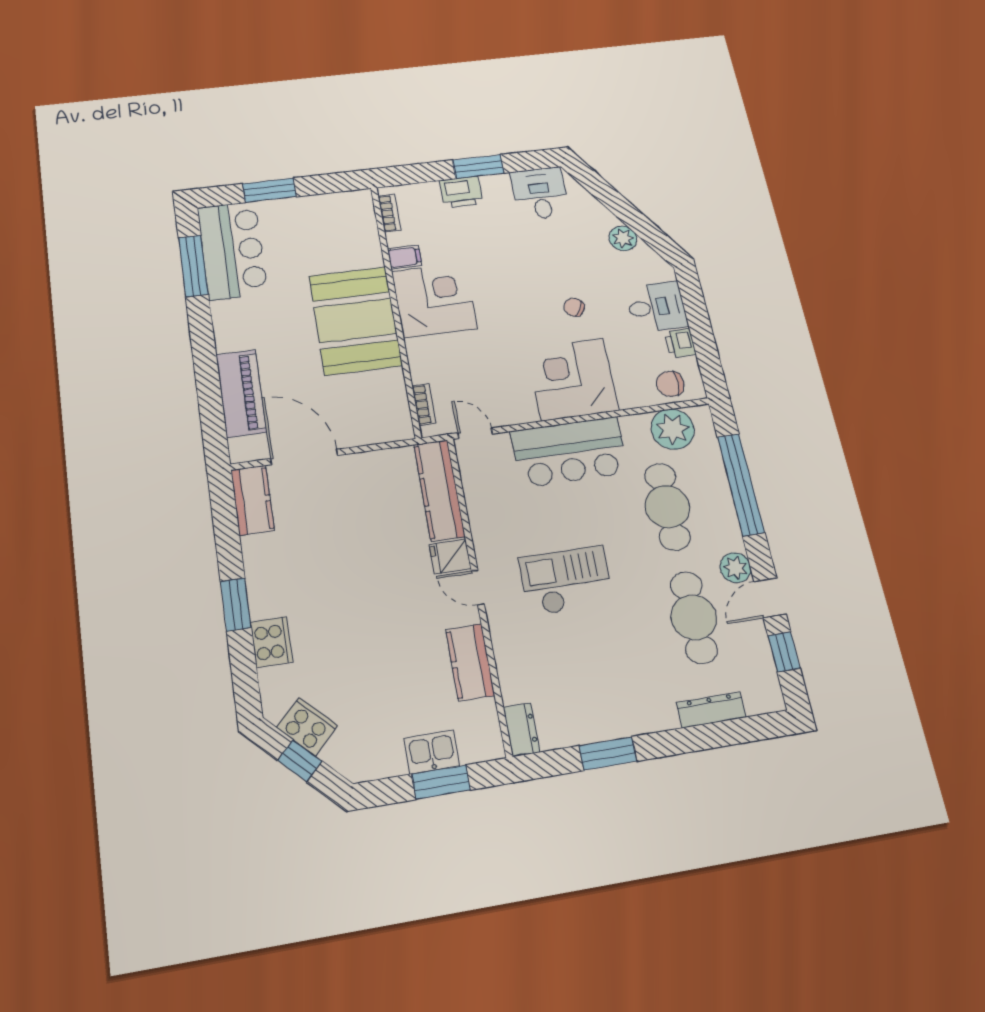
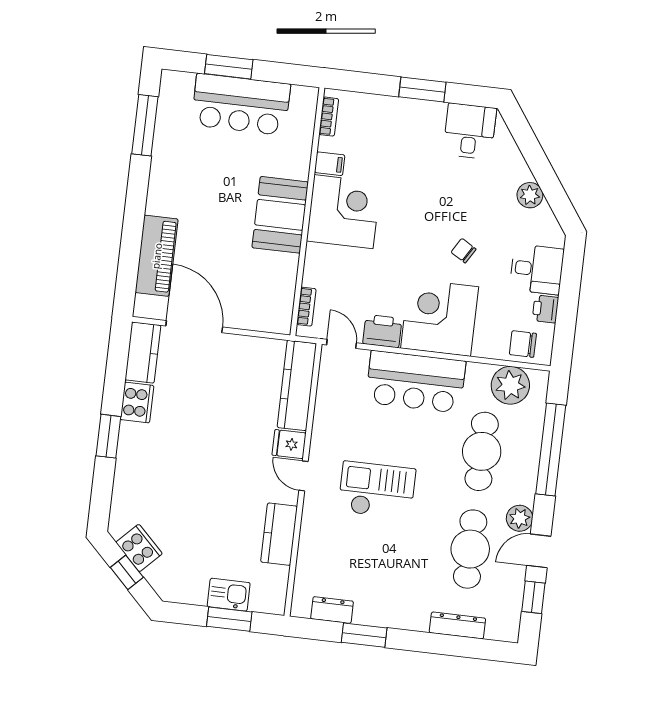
printer: (461, 192) -> (382, 331), moved, turned 180
bar counter: (232, 250) -> (241, 104), moved, turned 90
booth: (355, 320) -> (280, 215), width x0.73, depth x0.70
cooker: (271, 642) -> (137, 403), moved
dresser: (522, 730) -> (332, 610), moved, turned -90

